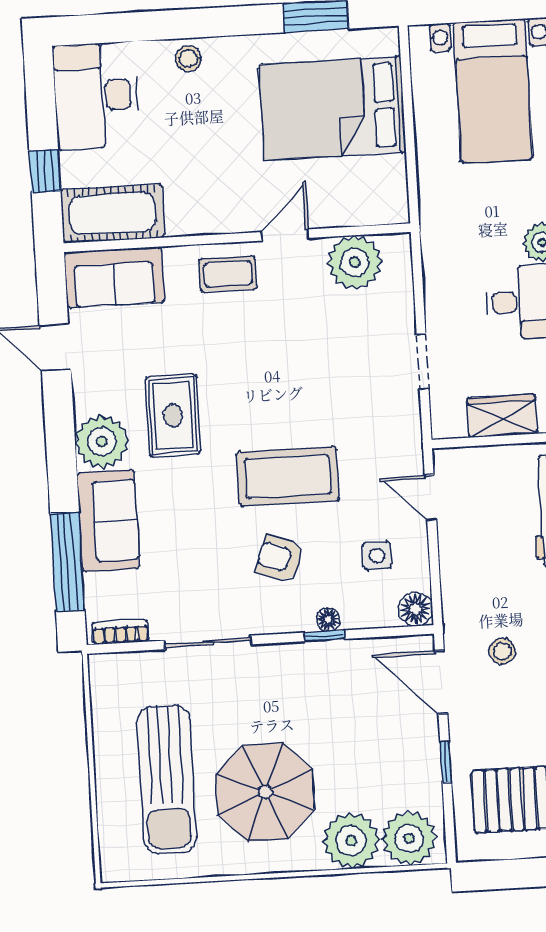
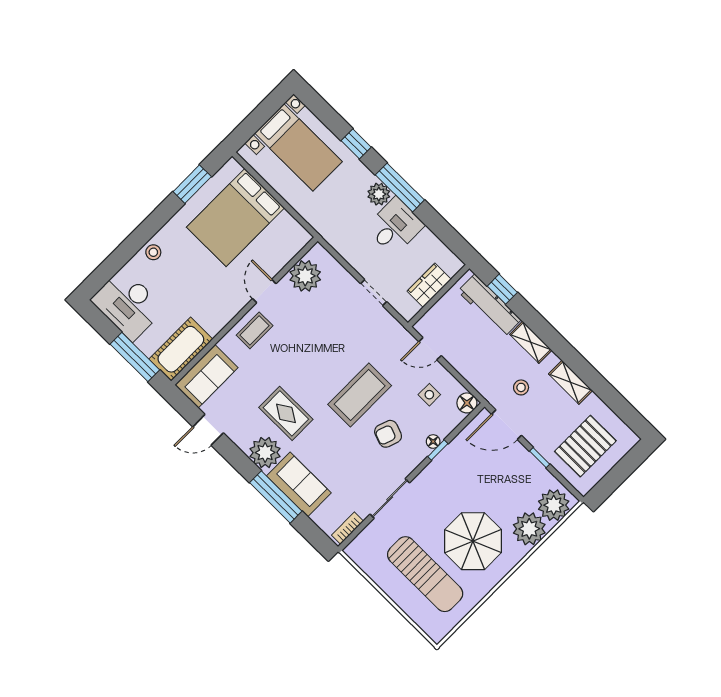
window: (45, 171) -> (135, 357), width x2.17
window: (67, 562) -> (276, 497), moved

